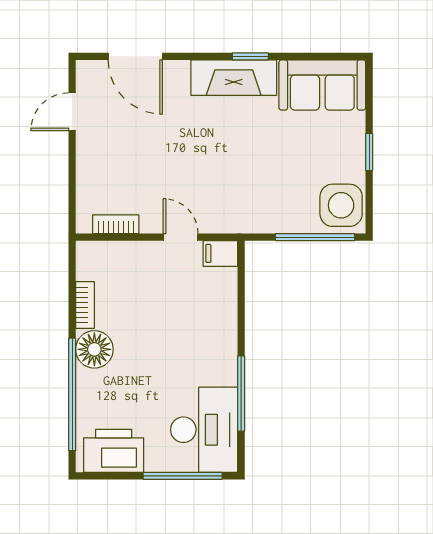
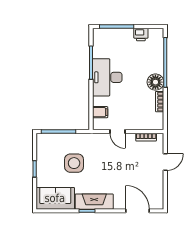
door: (72, 112) -> (165, 162), moved
side table: (341, 205) -> (74, 163), moved
filing cabinet: (220, 253) -> (100, 112), moved
desk: (204, 430) -> (107, 77), moved
printer: (114, 451) -> (141, 34), width x0.53, depth x0.68

